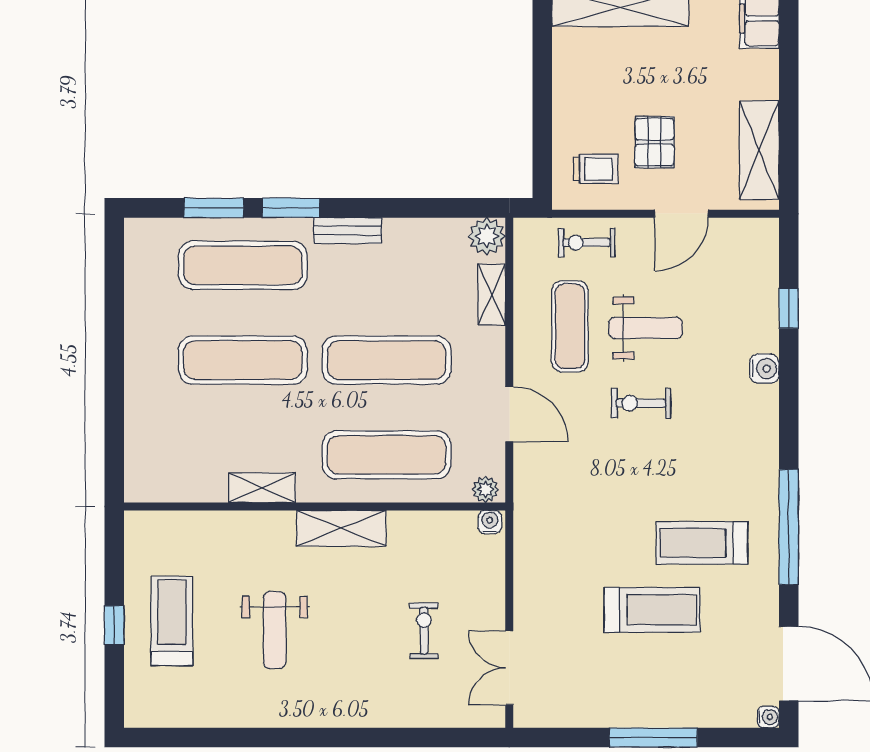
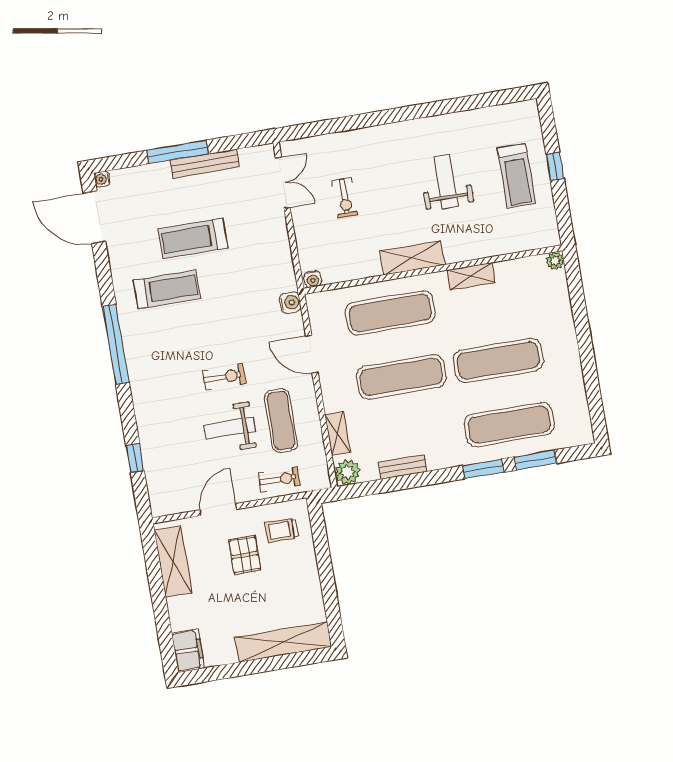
bench: (348, 231) -> (403, 467), moved
water cooler: (764, 369) -> (290, 302), moved, turned 180
plant: (485, 489) -> (555, 261), moved
window: (789, 527) -> (116, 344), moved
bench: (617, 714) -> (205, 164), added

